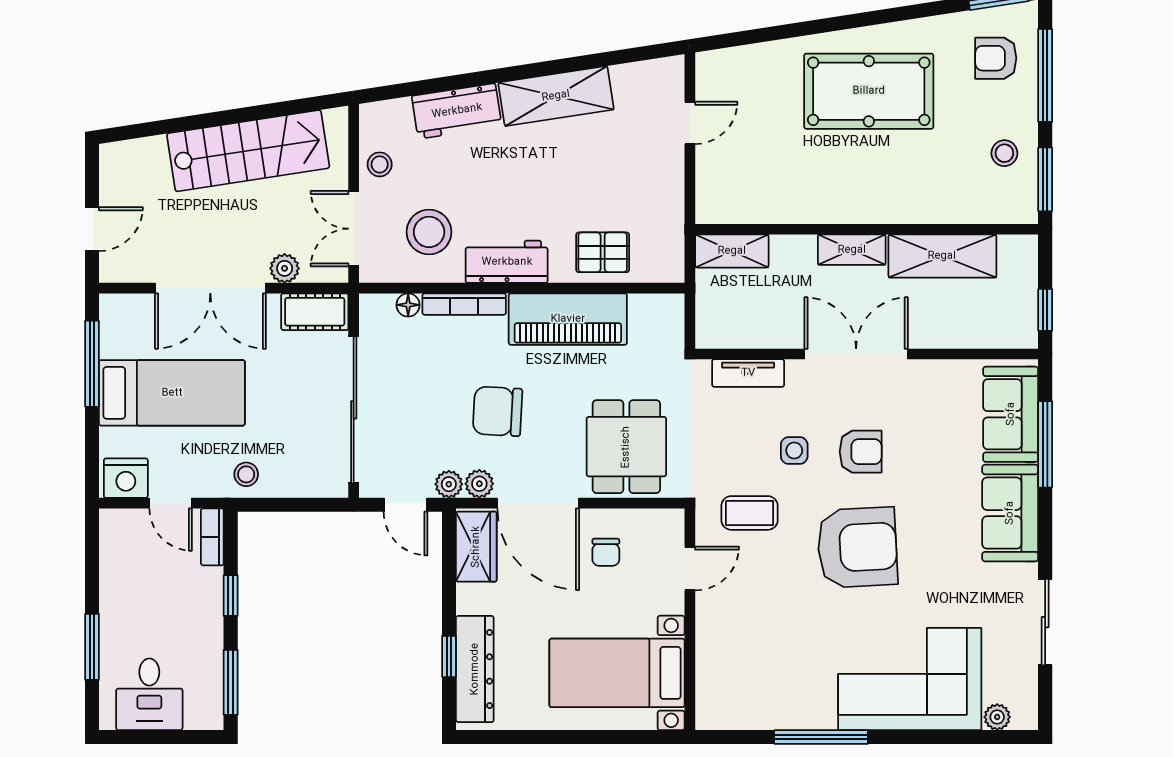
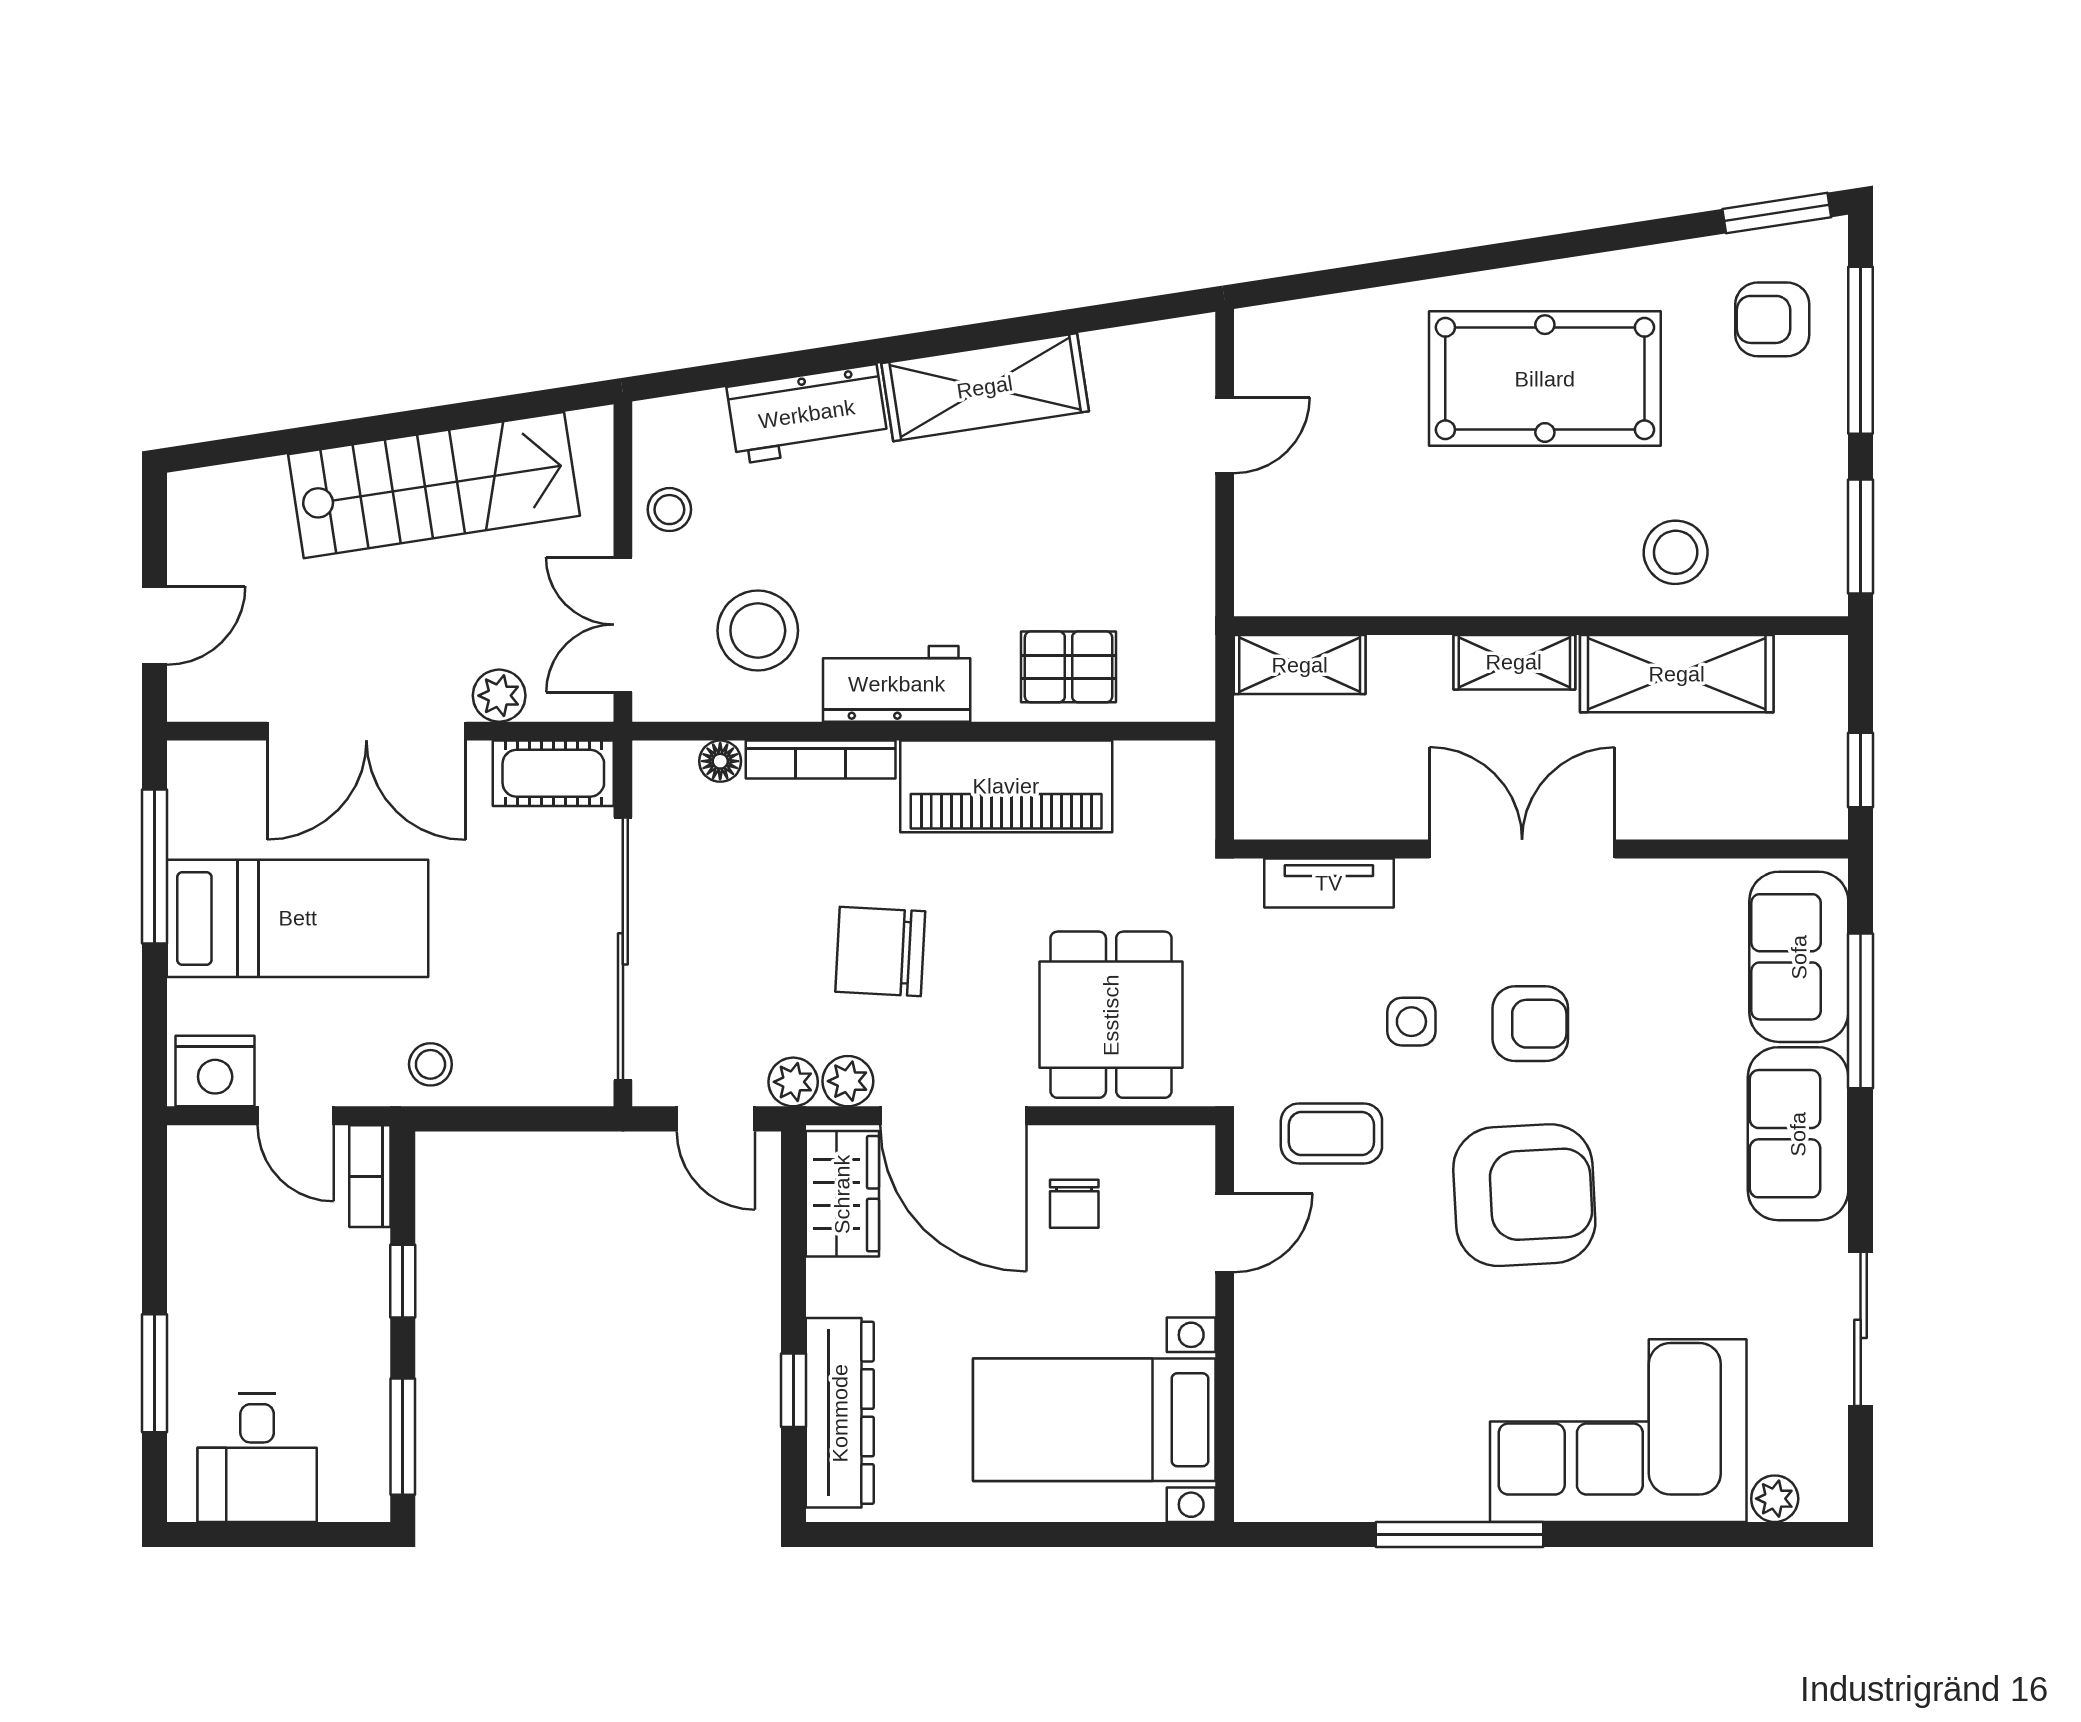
stool: (1004, 153) -> (1676, 552), moved, width x1.37, depth x1.37

